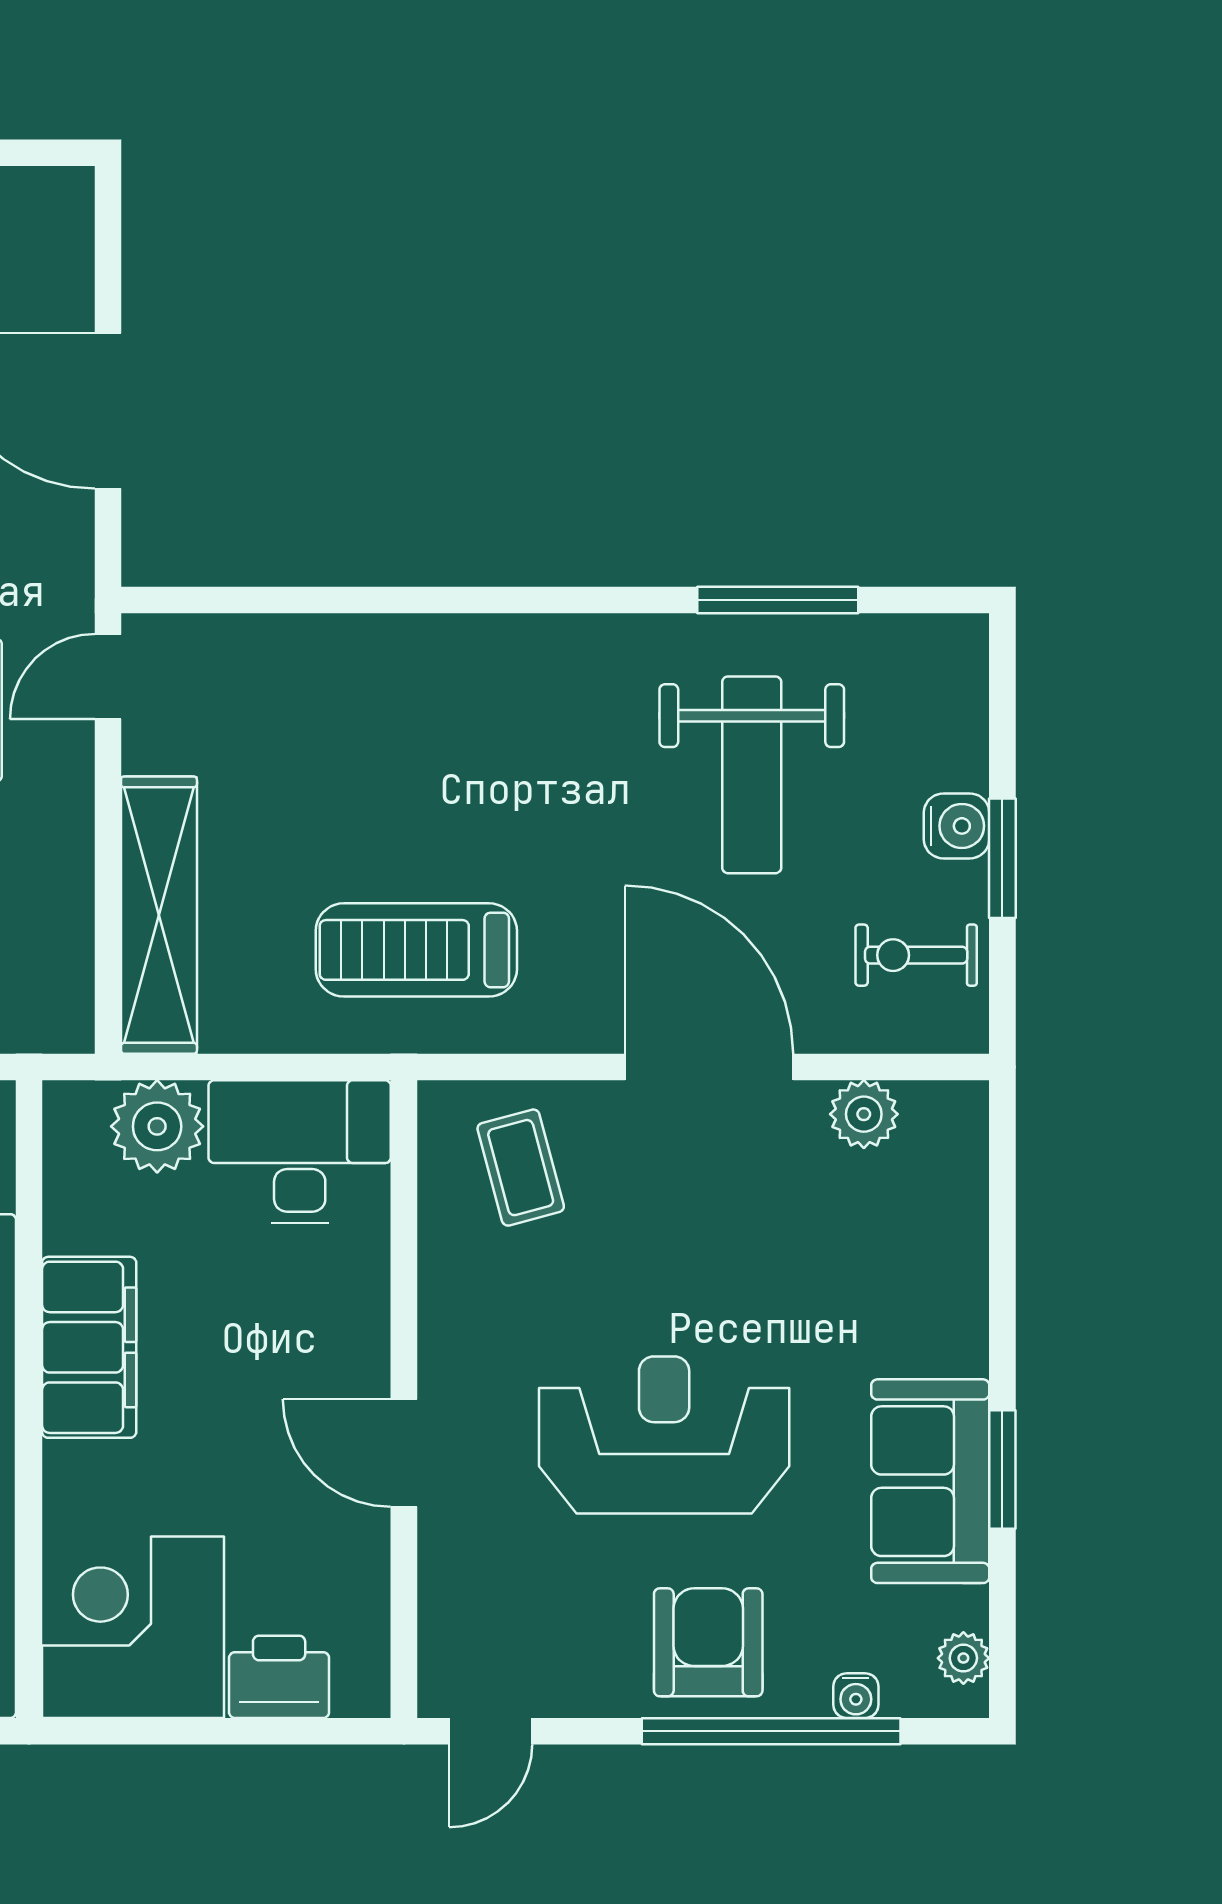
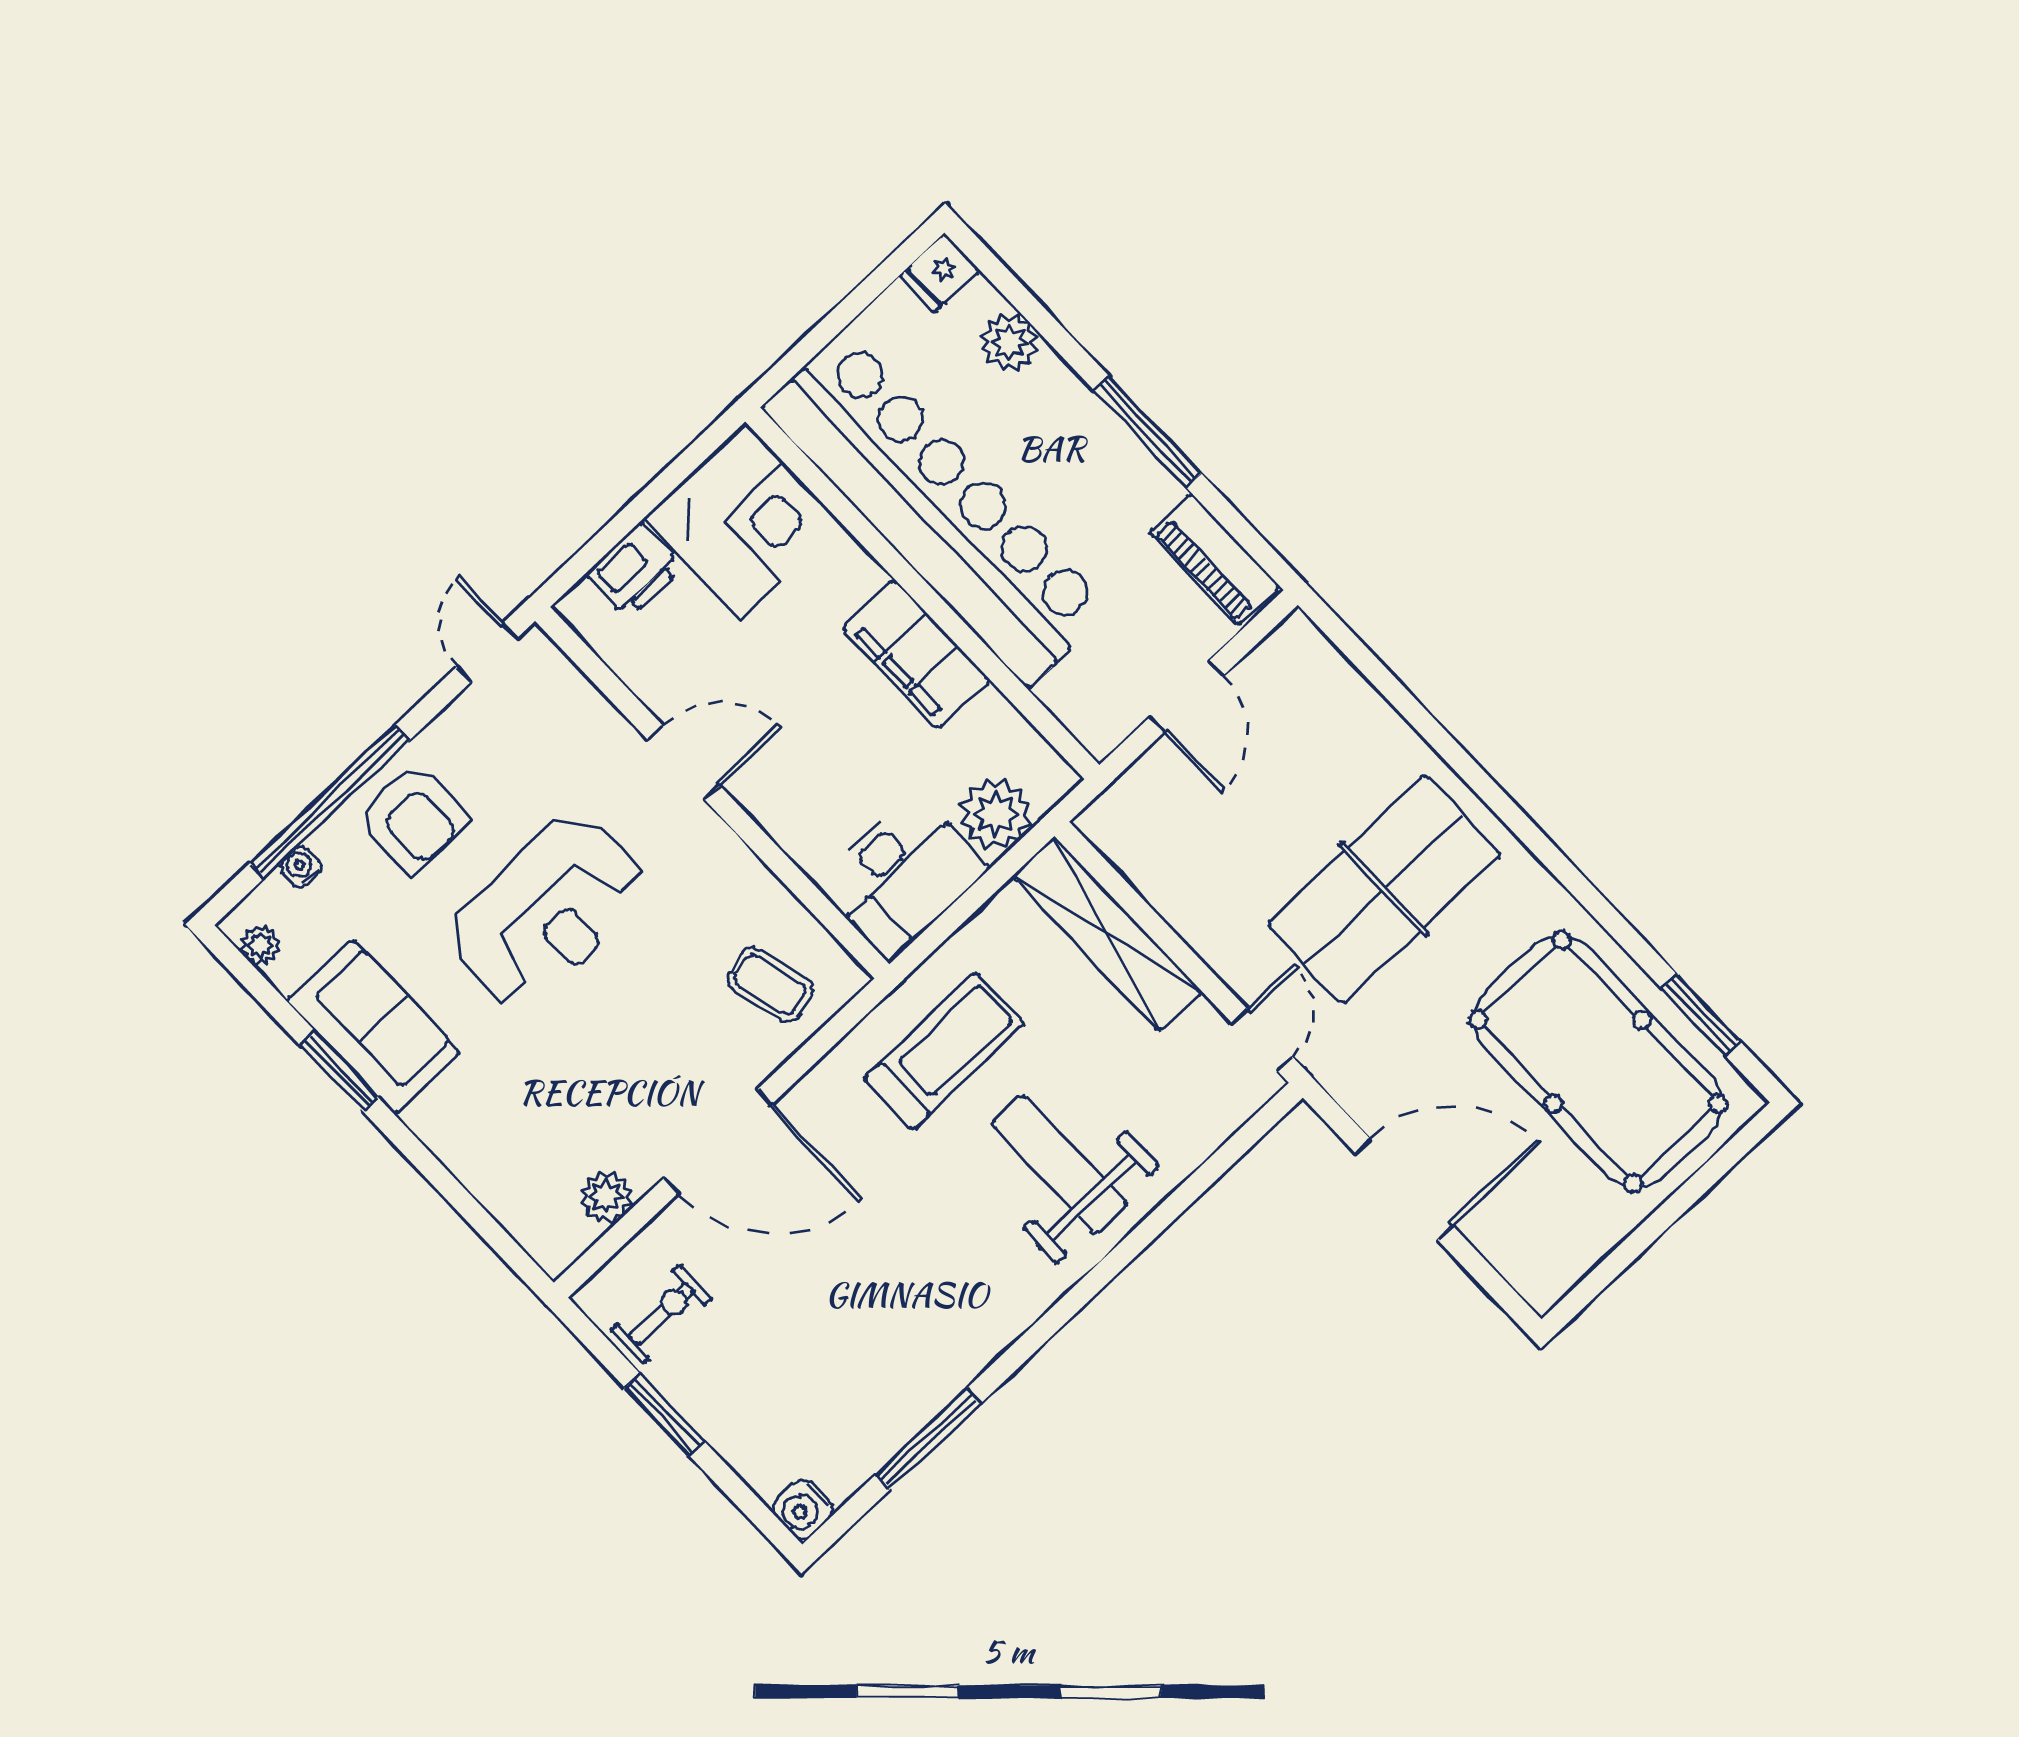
weight bench: (752, 775) -> (1060, 1165), moved
water cooler: (957, 826) -> (803, 1509), moved

